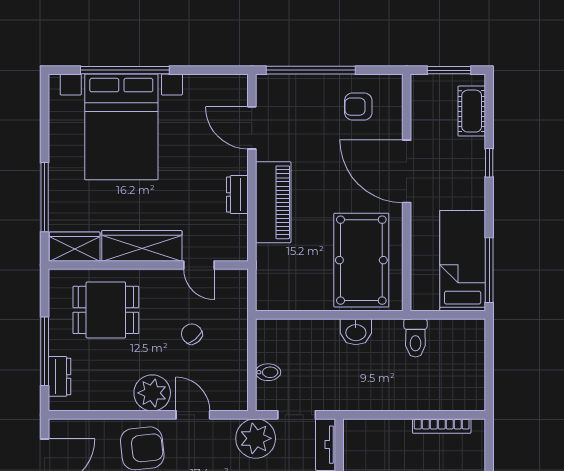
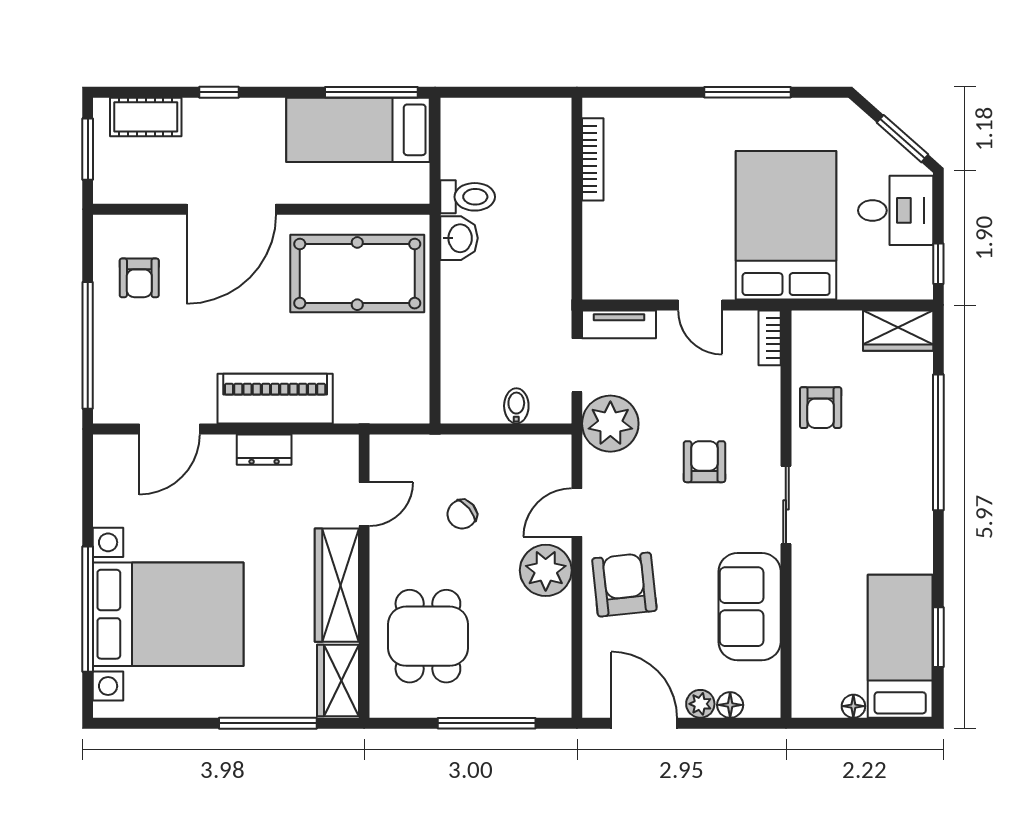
washbasin: (356, 332) -> (459, 238), moved
dresser: (60, 376) -> (522, 702), removed

